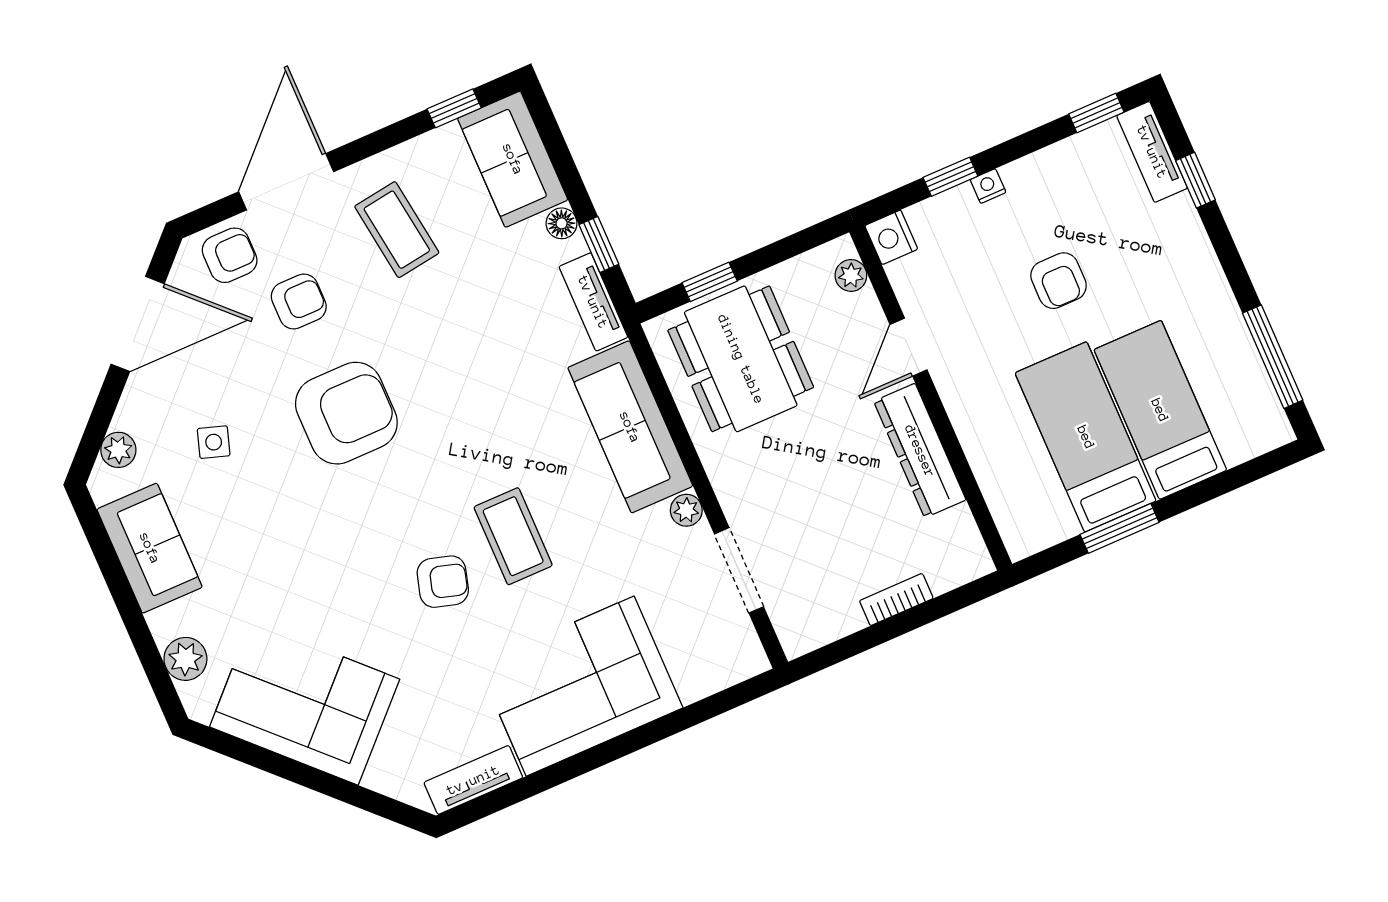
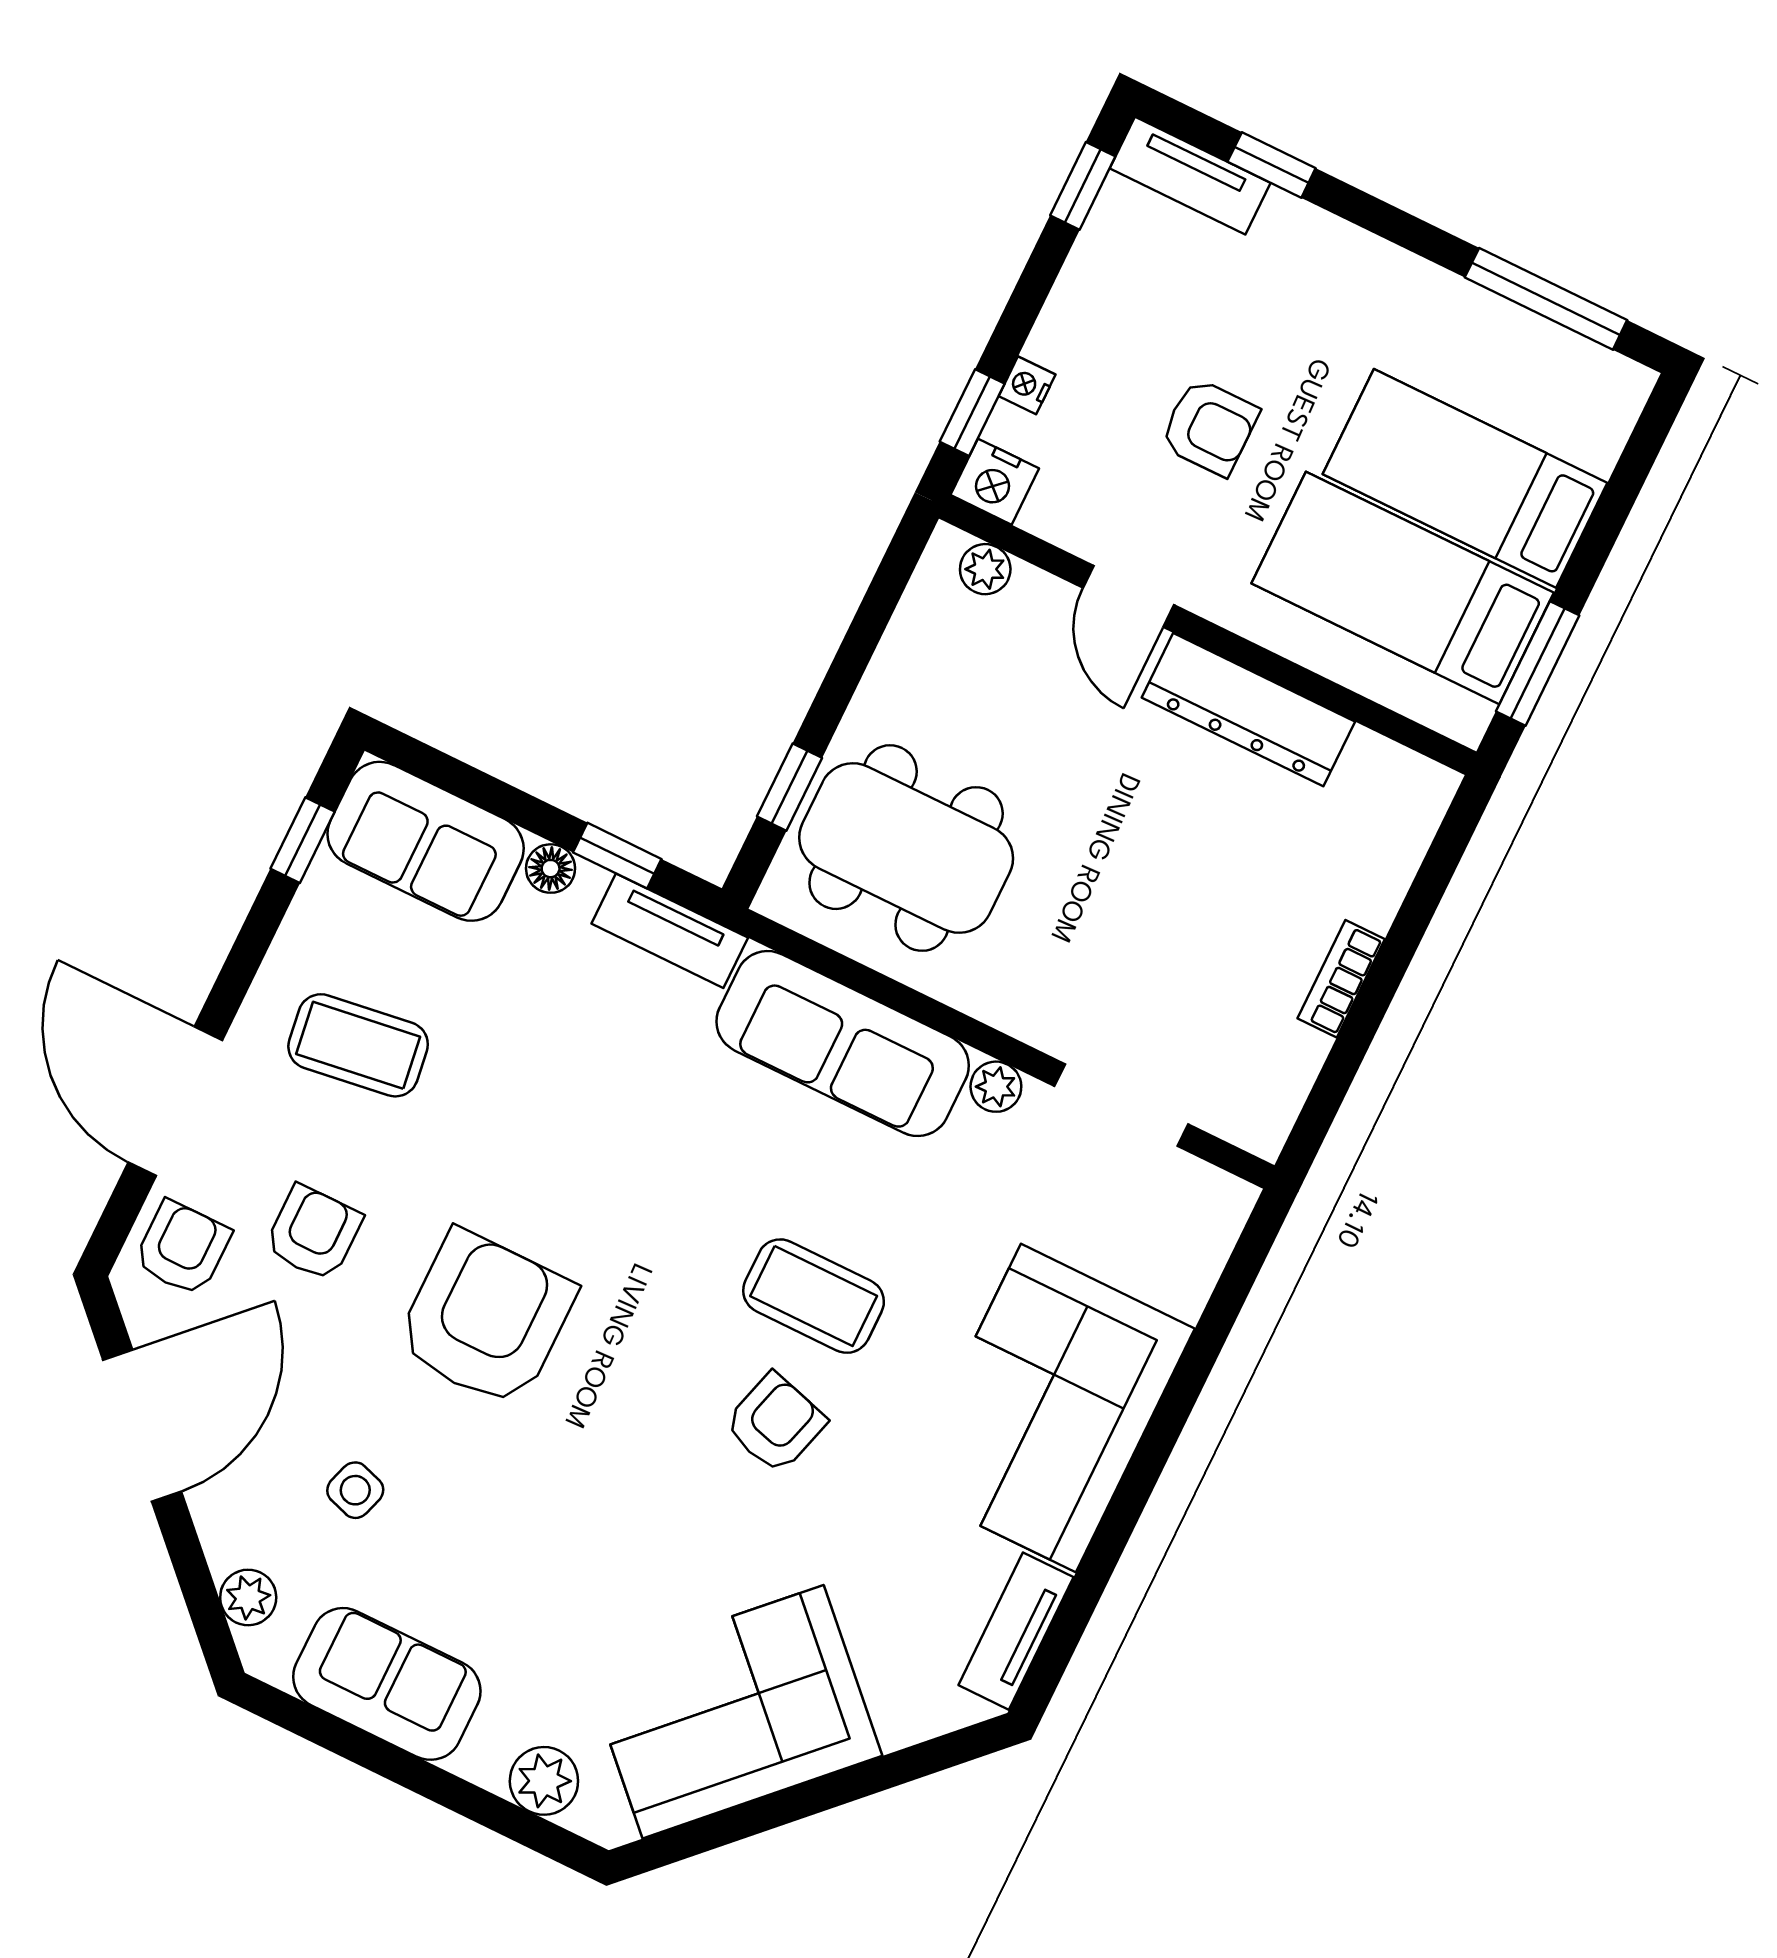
nightstand: (891, 237) -> (995, 482), moved
plant: (851, 275) -> (985, 569), moved
door: (909, 347) -> (1128, 596), moved
wall: (931, 398) -> (1208, 635), moved
dresser: (920, 451) -> (1248, 710), moved

